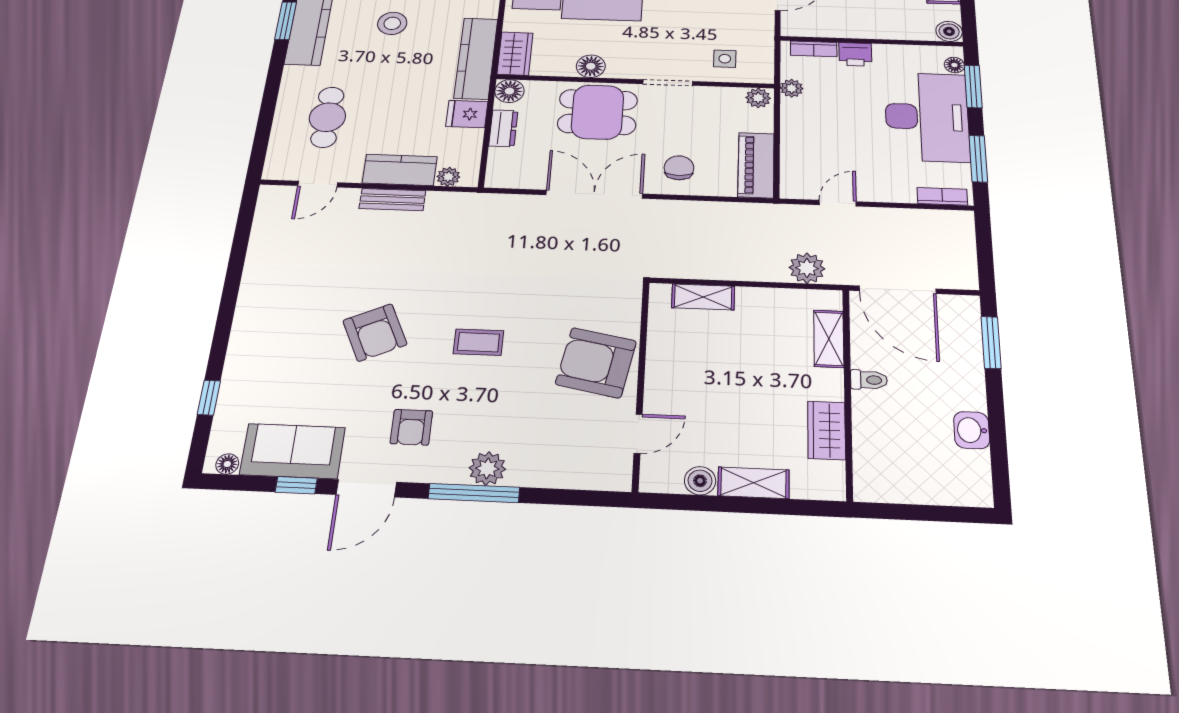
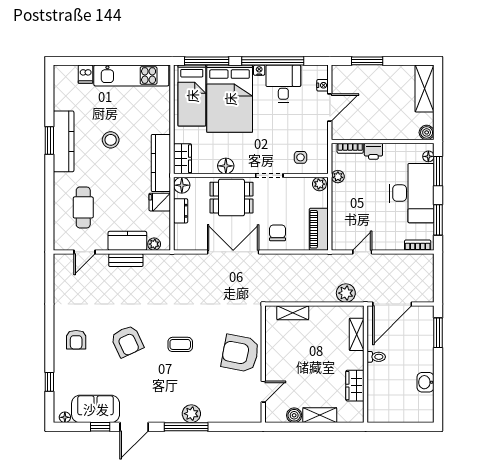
door: (898, 290) -> (392, 304), hinge flipped
armchair: (411, 427) -> (76, 340), moved

